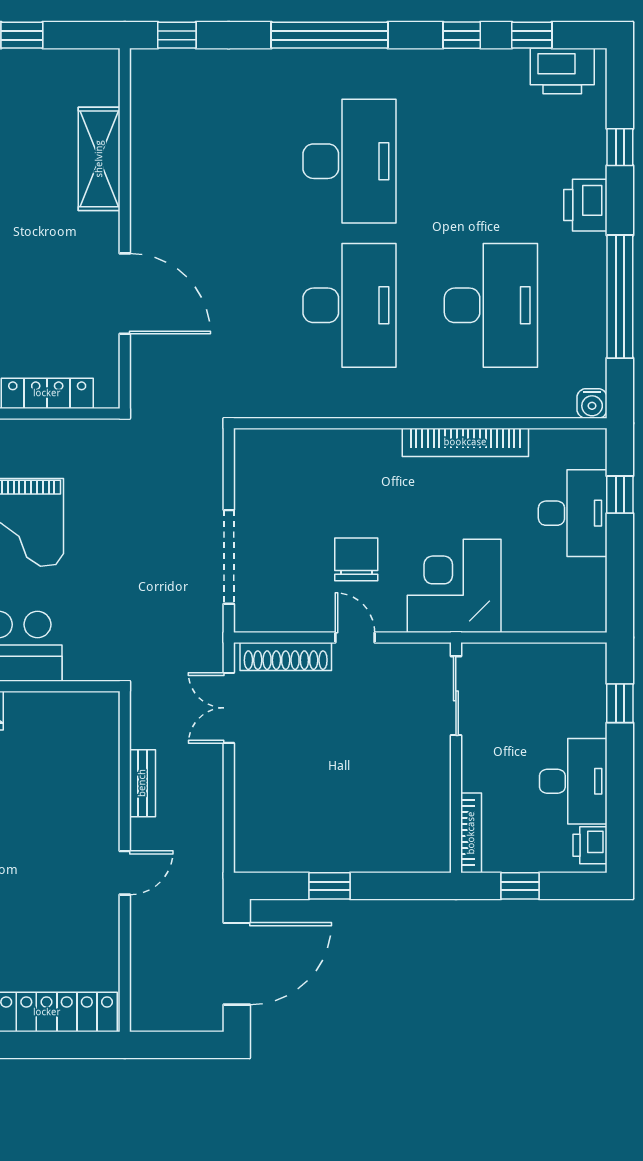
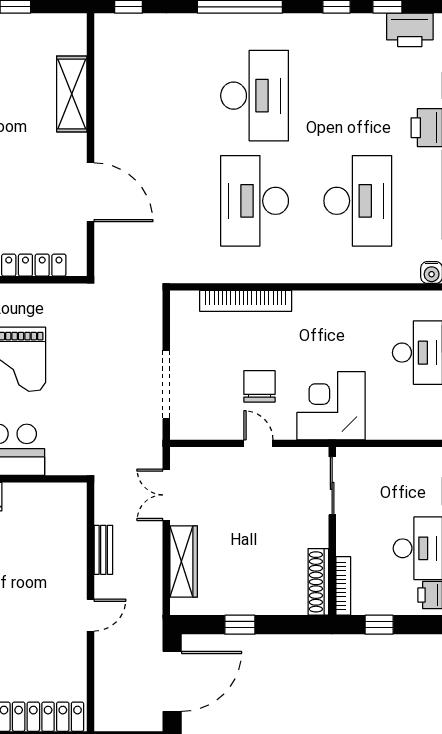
desk: (350, 305) -> (255, 201), turned 180
bookcase: (465, 442) -> (246, 301), moved
shoe rack: (286, 656) -> (318, 582), moved, turned 90
wardrobe: (252, 799) -> (184, 562), added

